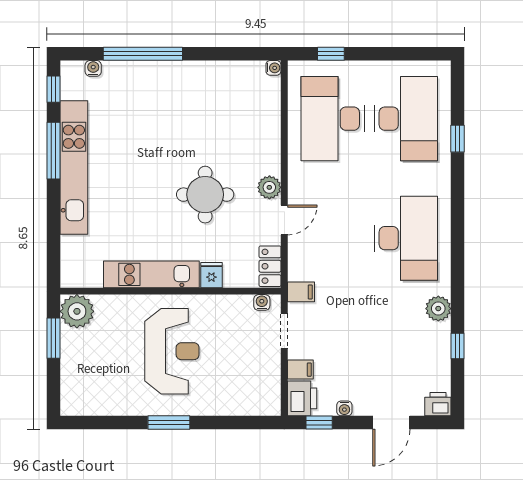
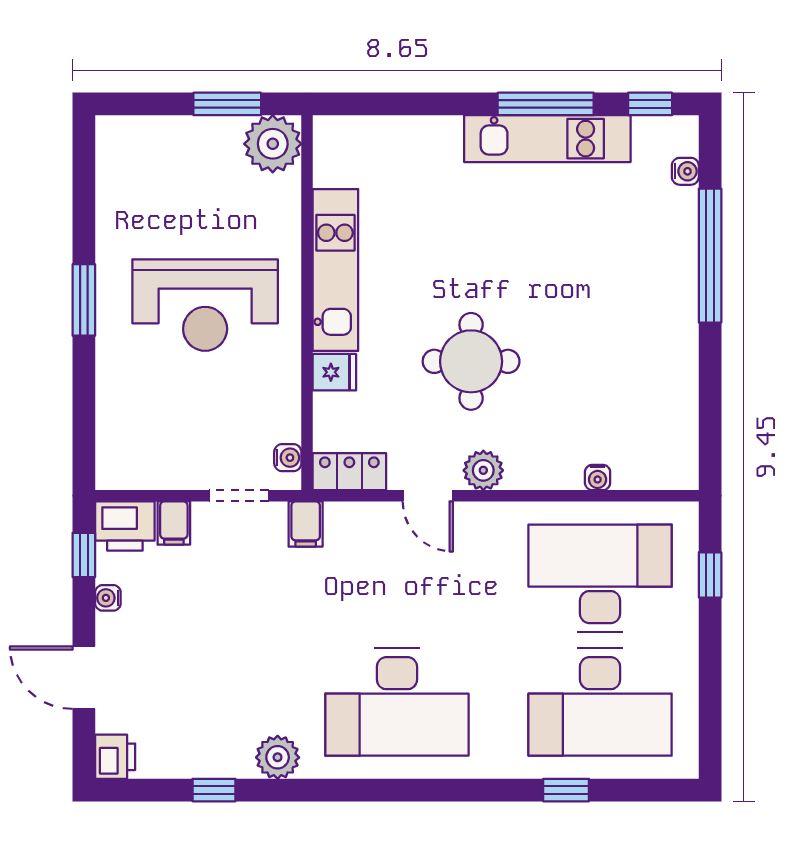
water cooler: (273, 68) -> (598, 477), moved
kitchen unit: (74, 167) -> (547, 139), width x0.73

